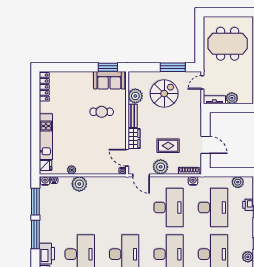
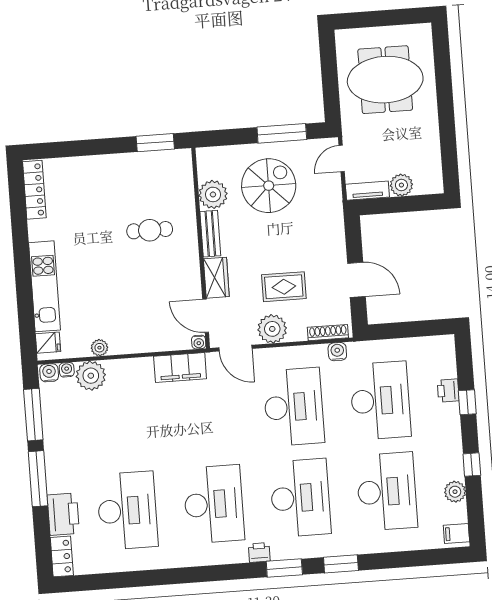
sofa: (109, 80) -> (160, 168), removed
plant: (238, 182) -> (425, 348), removed
filing cabinet: (112, 183) -> (180, 367), added
plant: (79, 184) -> (91, 376), moved

